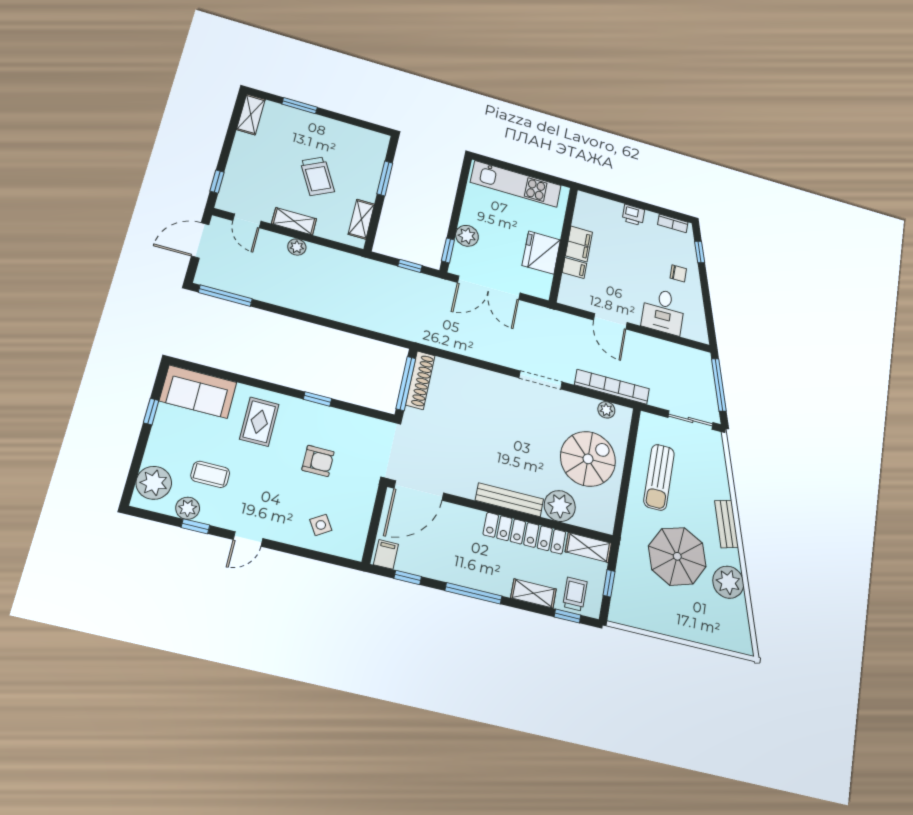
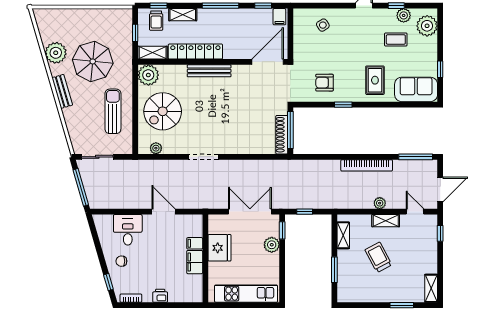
bookcase: (612, 387) -> (367, 165), moved
armchair: (318, 461) -> (325, 83), moved
plant: (560, 506) -> (148, 75), moved

